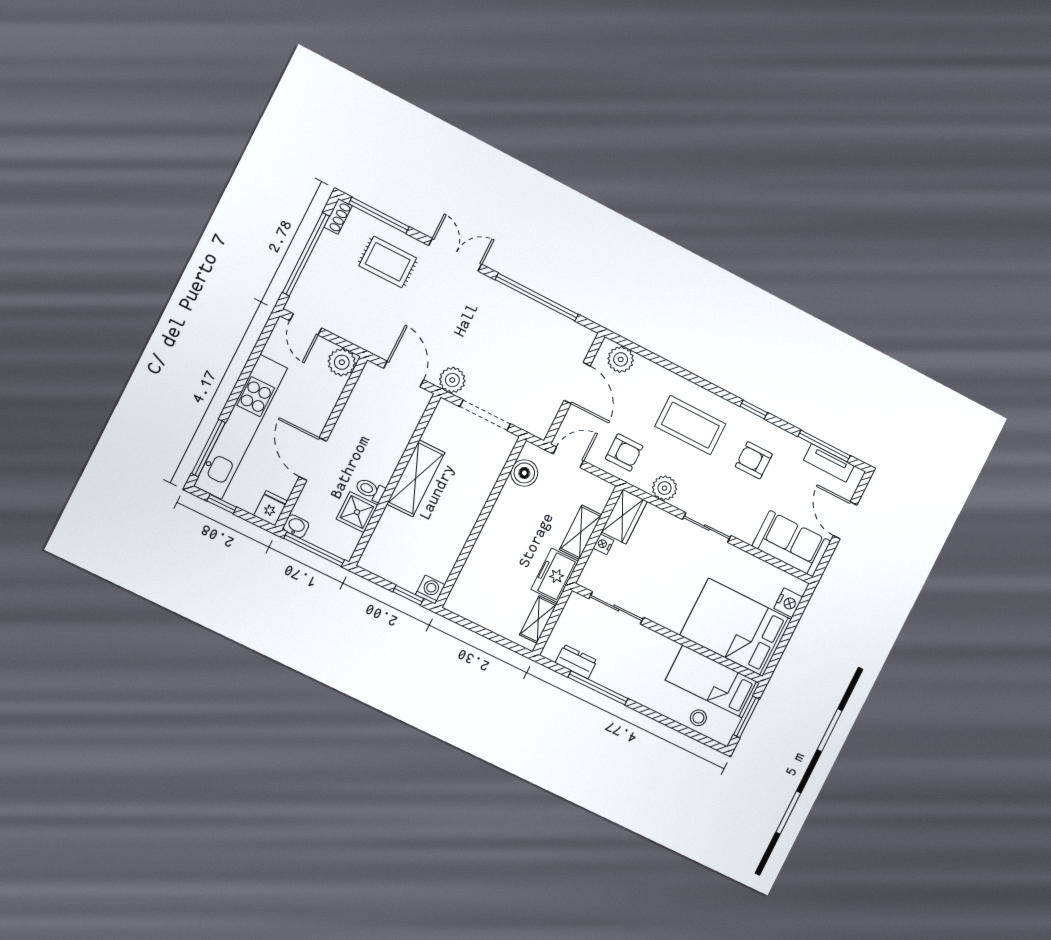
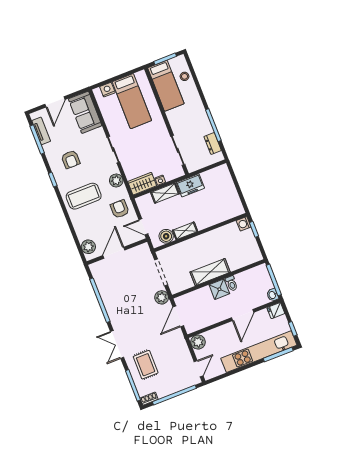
coffee table: (690, 425) -> (84, 196), turned 90
shower: (357, 512) -> (219, 289), moved
shelving: (538, 620) -> (185, 231), moved
bed: (736, 627) -> (132, 101), width x0.67

